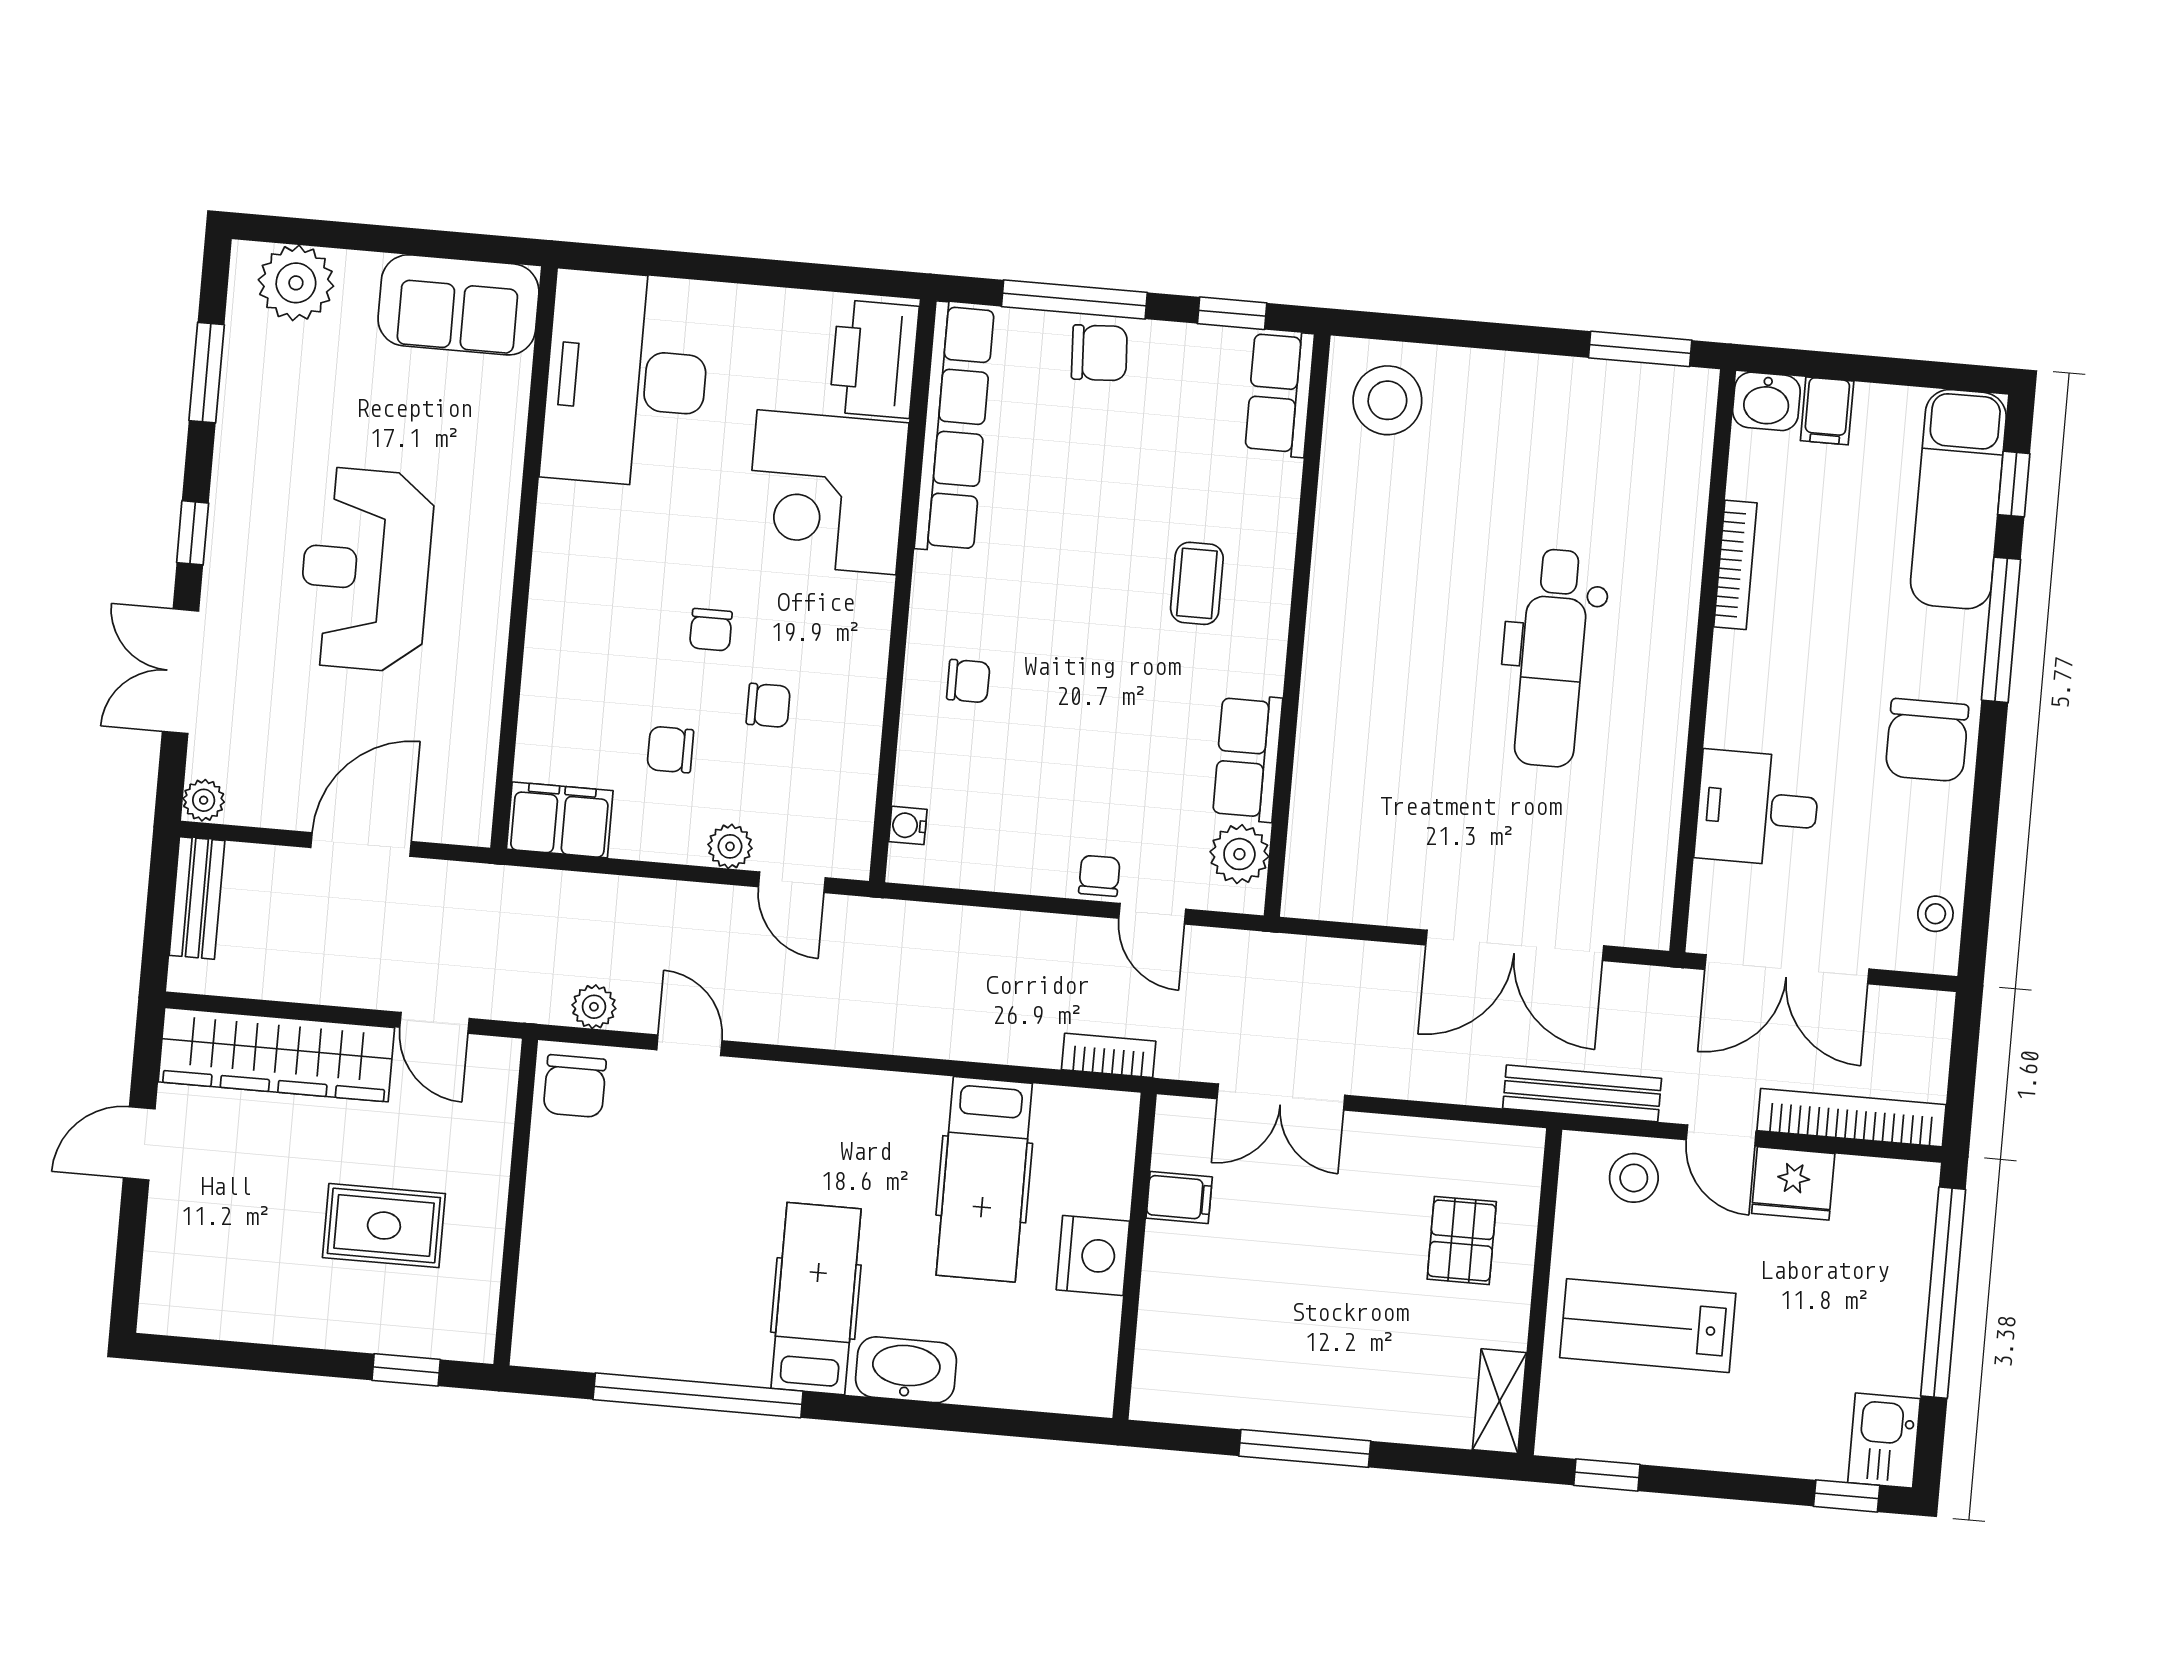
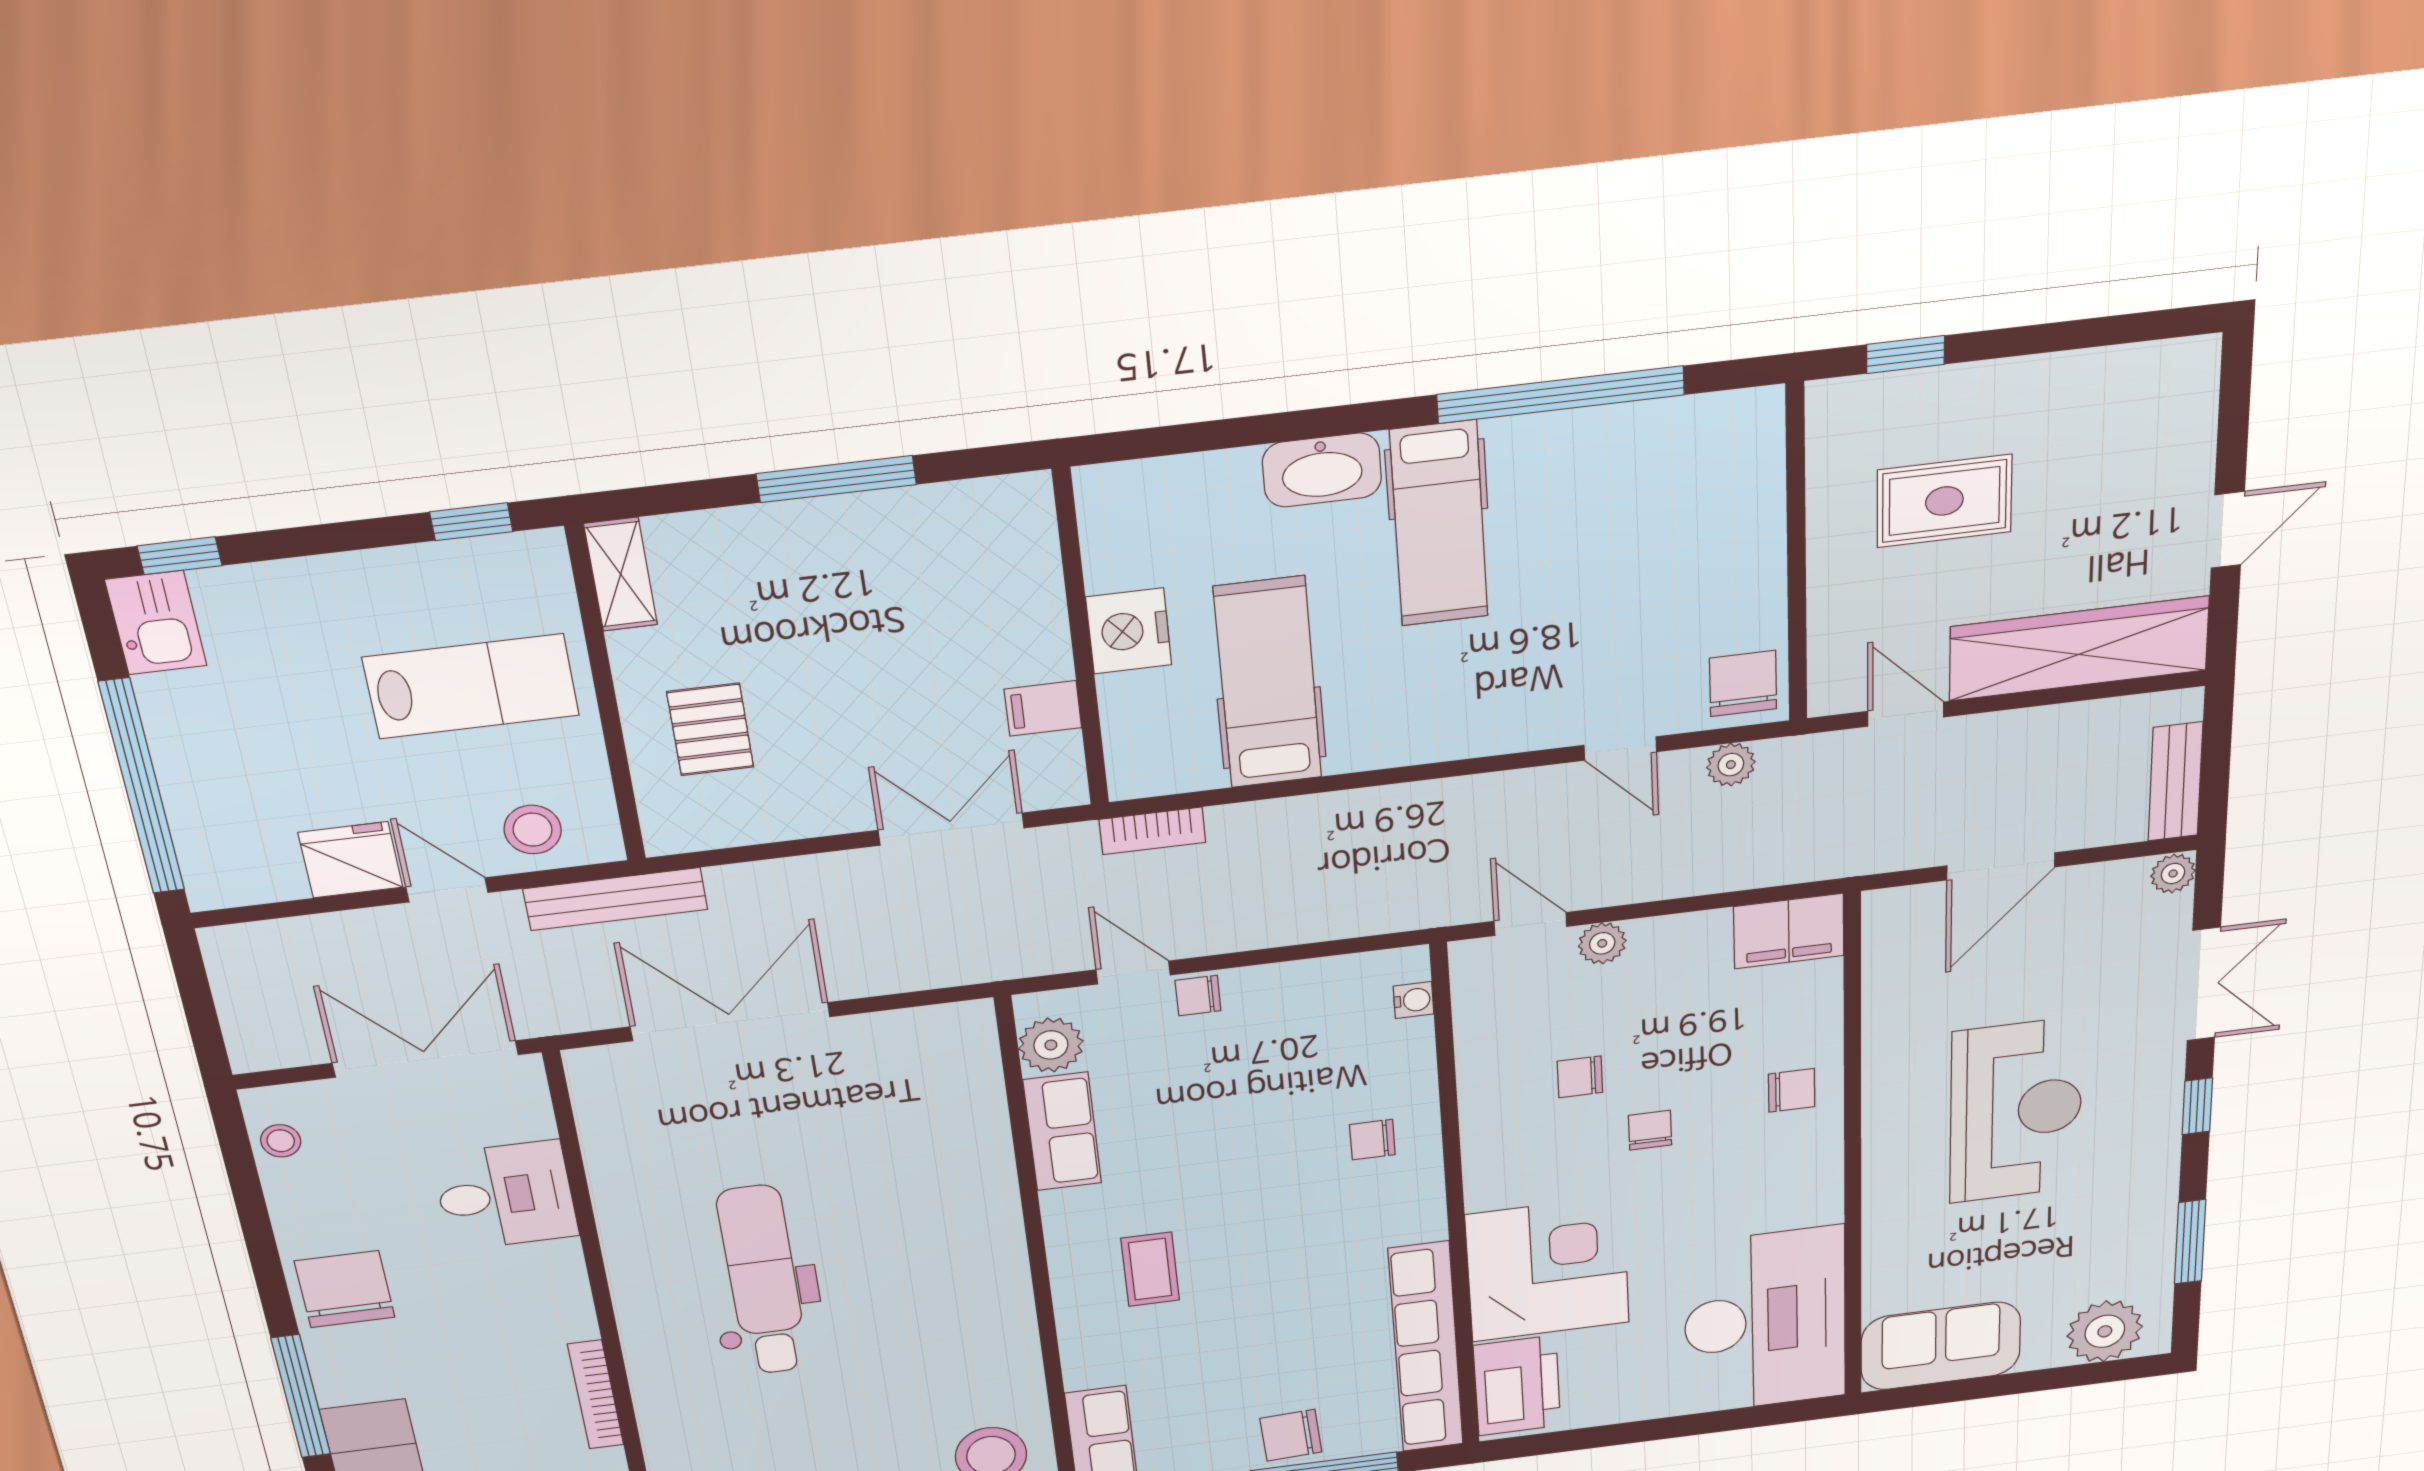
chair: (670, 750) -> (1791, 1090), moved
chair: (1099, 876) -> (1198, 996), turned 90
bookcase: (1851, 1118) -> (307, 936), removed

